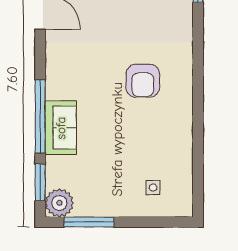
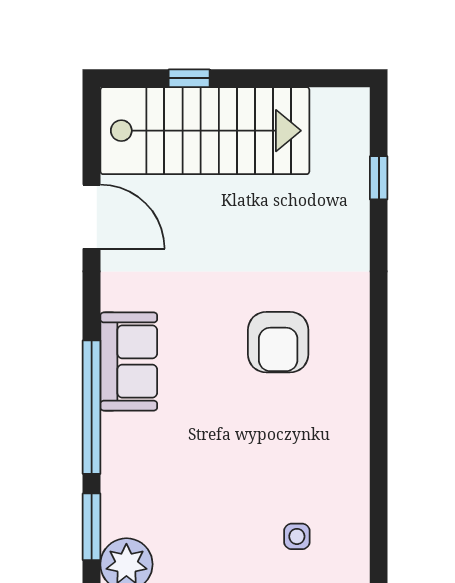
sofa: (61, 128) -> (129, 362), moved

